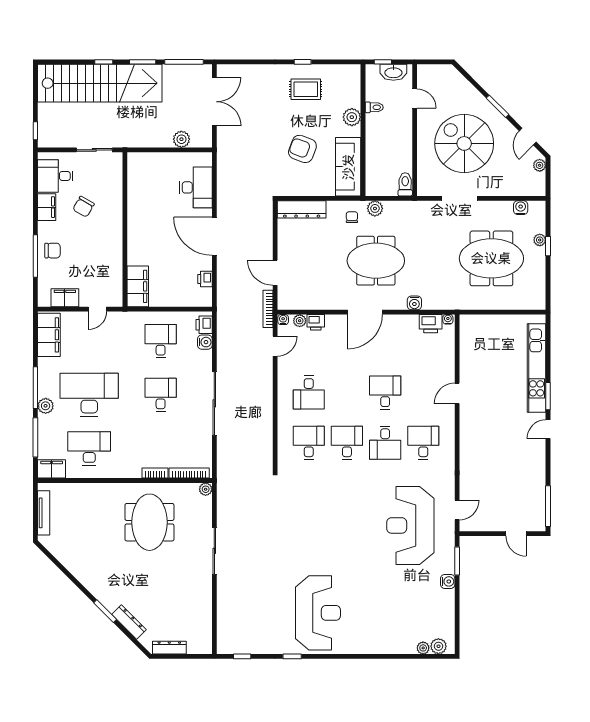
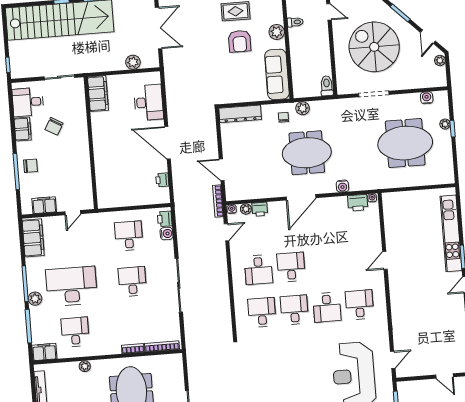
armchair: (302, 149) -> (240, 41), moved, turned -110
filing cabinet: (138, 286) -> (98, 94), moved
desk: (385, 393) -> (291, 267), moved
desk: (89, 448) -> (75, 332), width x0.73
plant: (206, 489) -> (85, 366), moved

